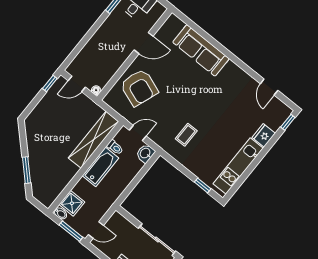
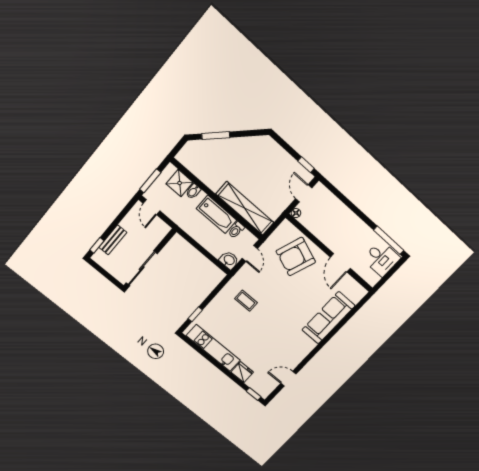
bidet: (60, 213) -> (193, 191), moved

